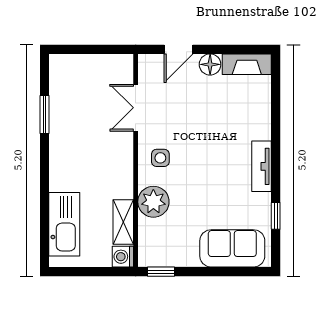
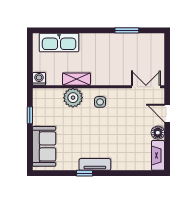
double door: (136, 108) -> (146, 87), moved
window: (276, 216) -> (85, 173), moved
shelving: (123, 222) -> (76, 79), moved
window: (161, 272) -> (30, 115), moved

